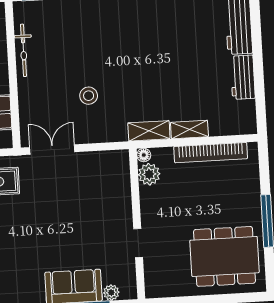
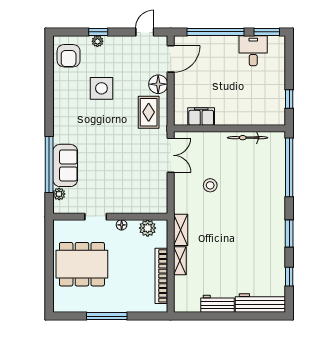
floor lamp: (144, 155) -> (122, 225), moved
dining table: (225, 256) -> (82, 264), moved, turned 90

